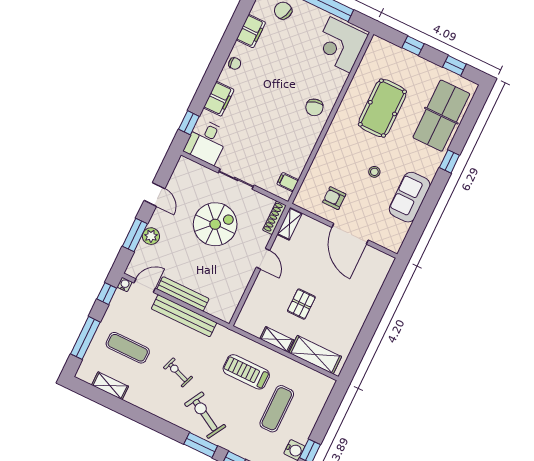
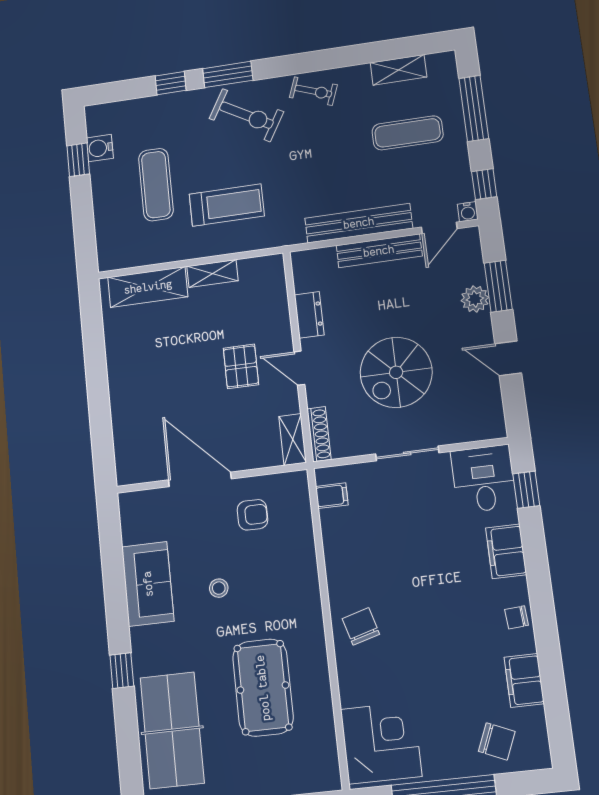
dresser: (240, 284) -> (309, 315), added
pallet: (301, 304) -> (241, 366), moved
exercise bike: (178, 372) -> (313, 91), moved

